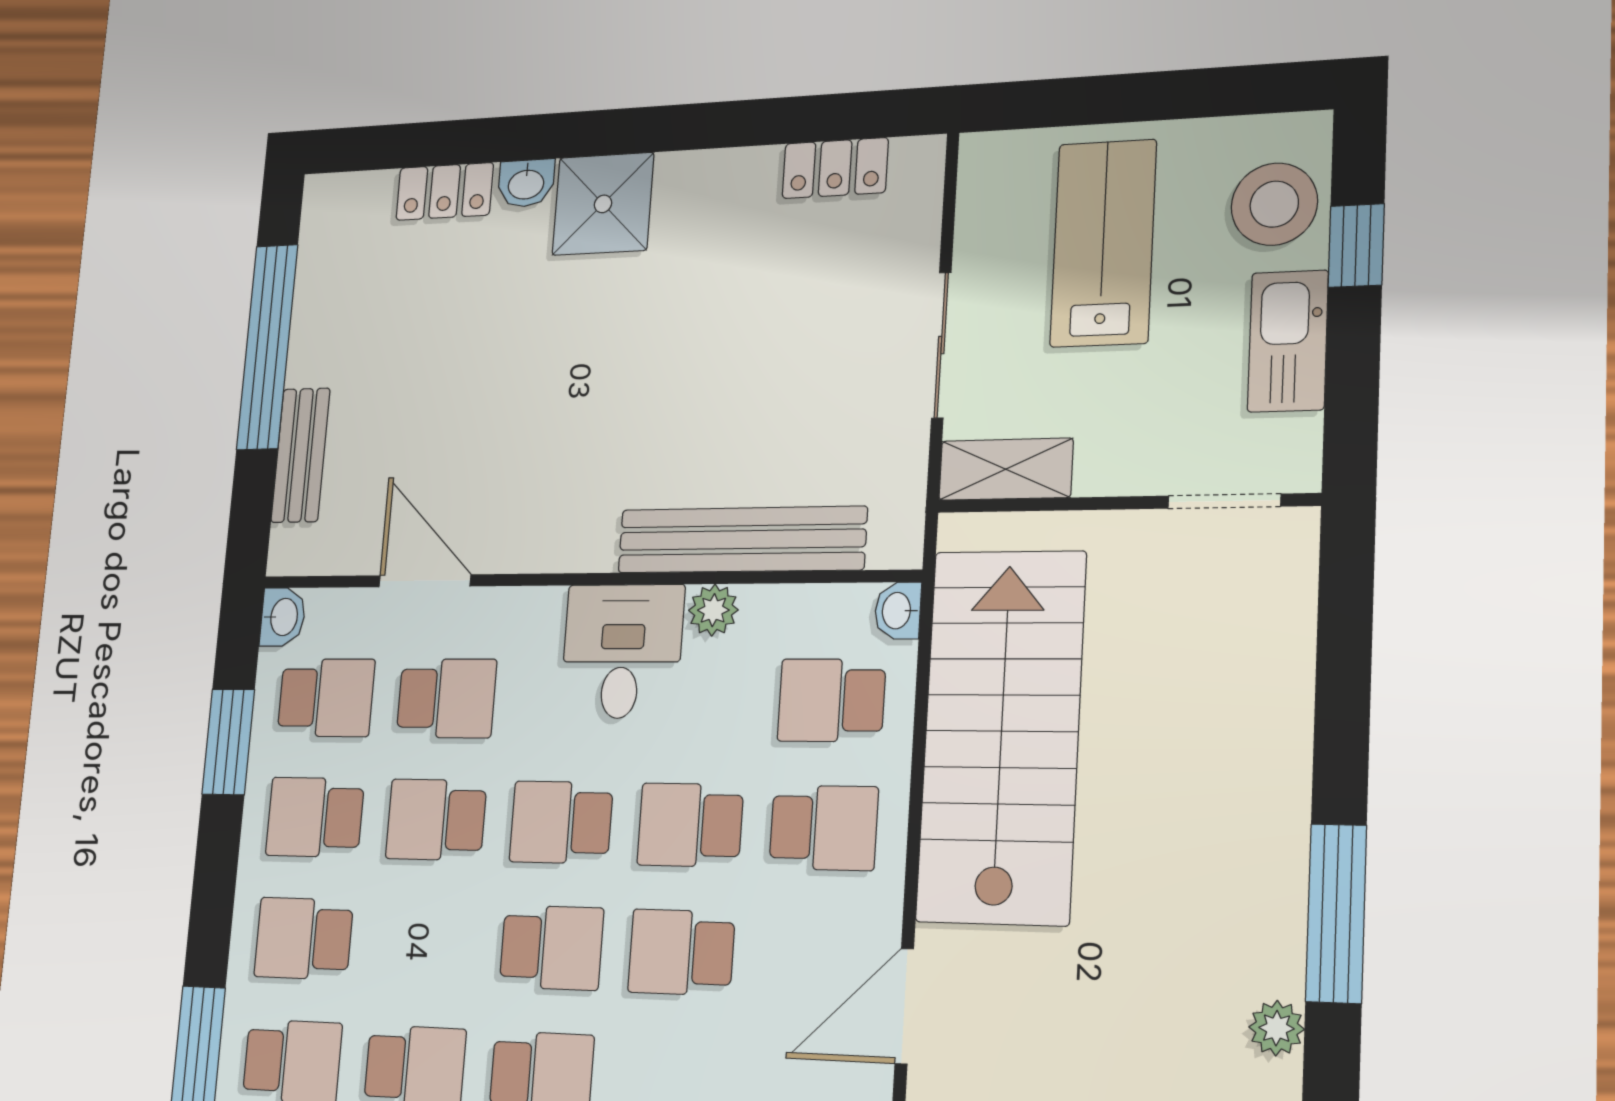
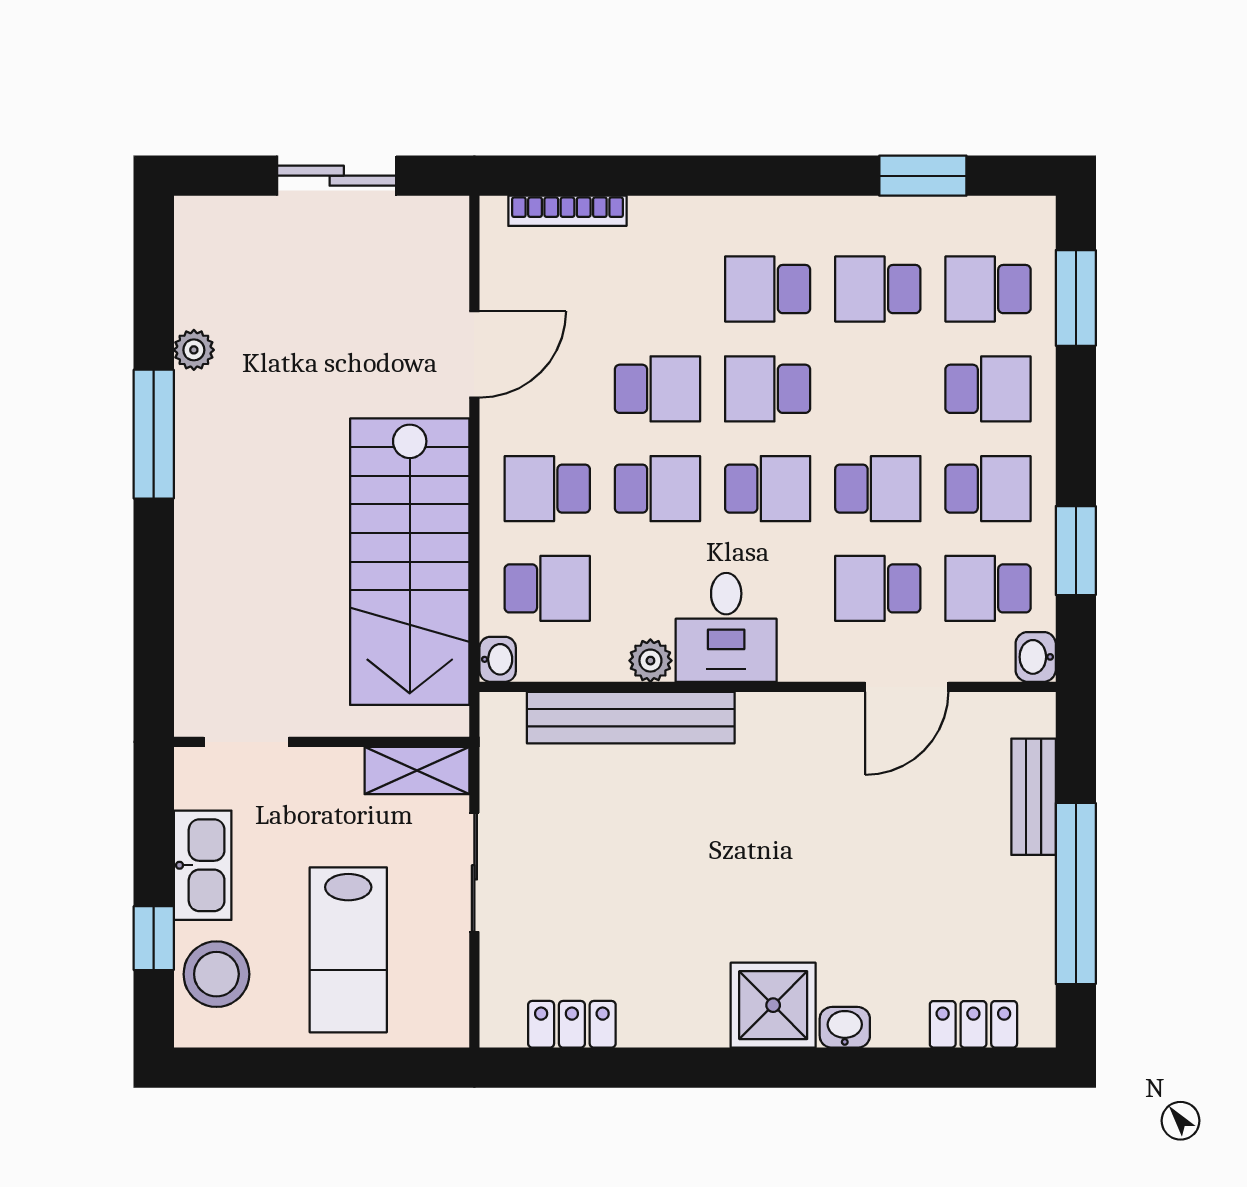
locker: (445, 191) -> (973, 1024), moved
door: (425, 581) -> (907, 687), hinge flipped

